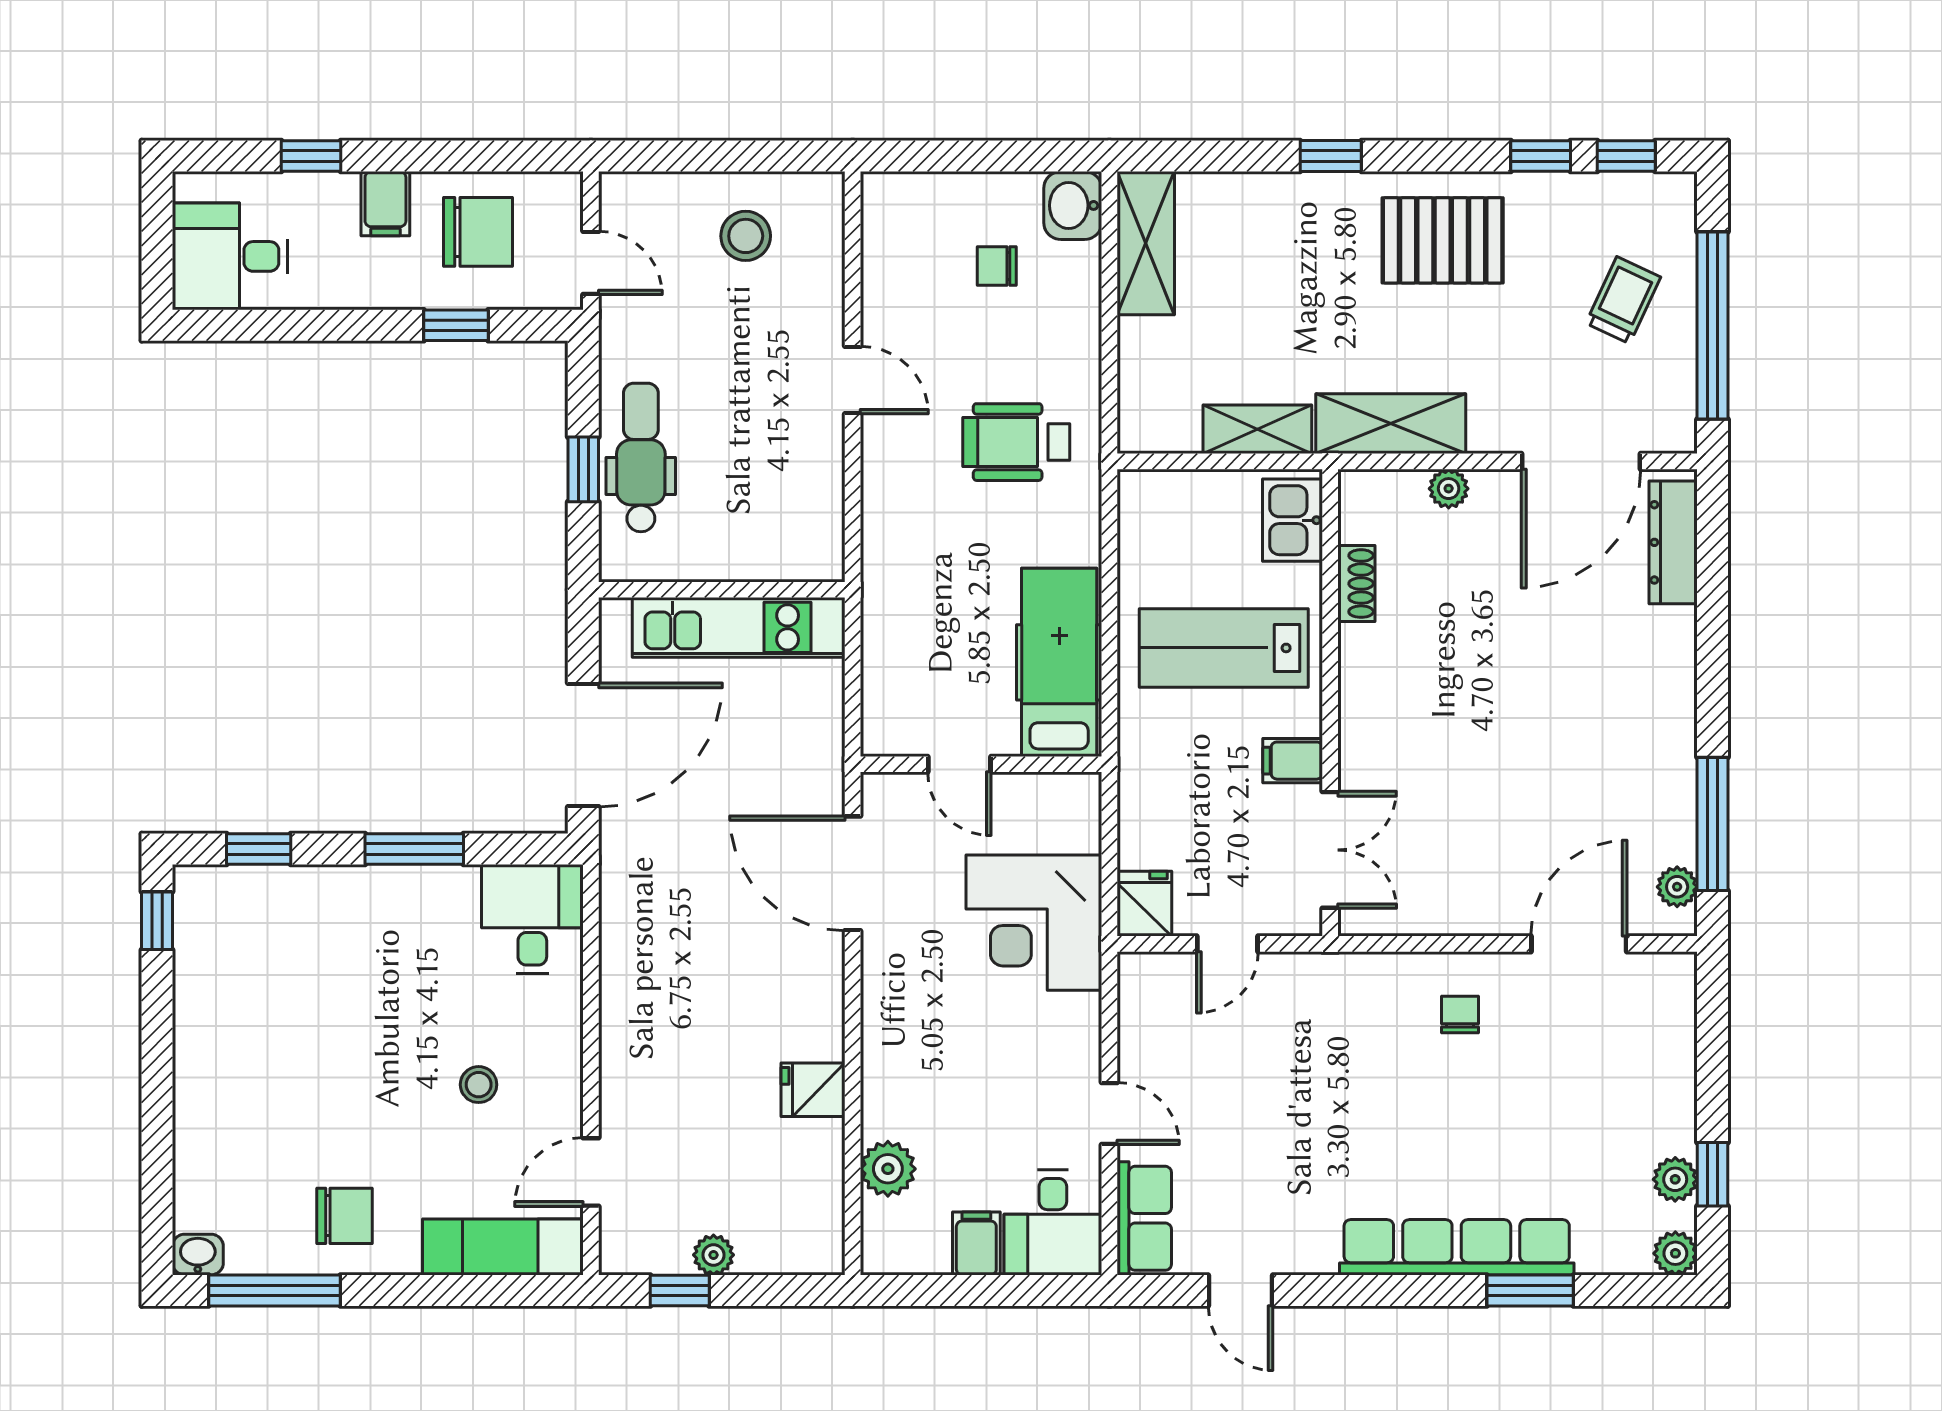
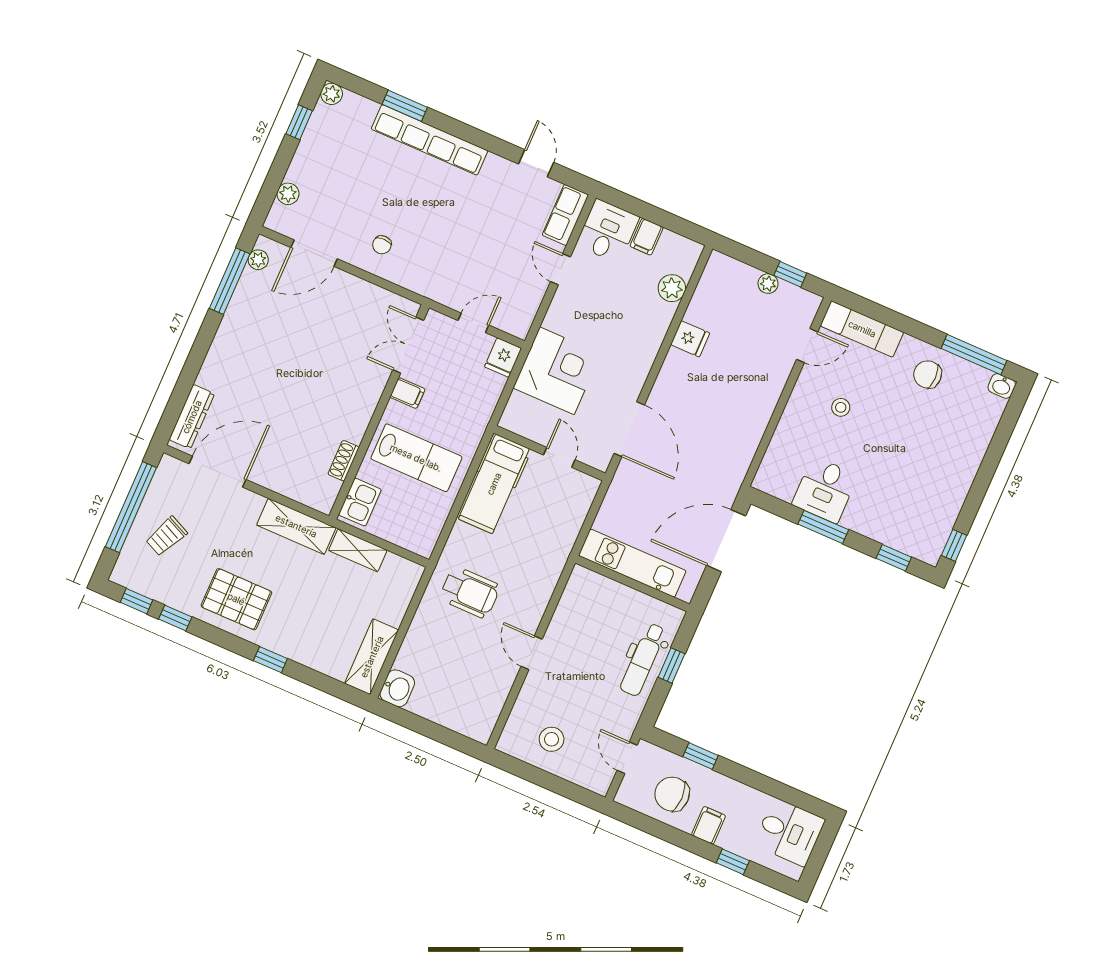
chair: (997, 266) -> (444, 676), removed
plant: (1449, 489) -> (283, 485), removed
desk: (532, 919) -> (825, 490), moved
plant: (1675, 1179) -> (288, 194), moved

